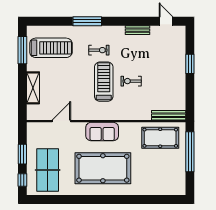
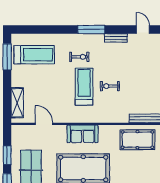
window: (87, 21) -> (91, 30), moved
shelving: (33, 88) -> (17, 103), moved
door: (61, 121) -> (44, 124), hinge flipped

